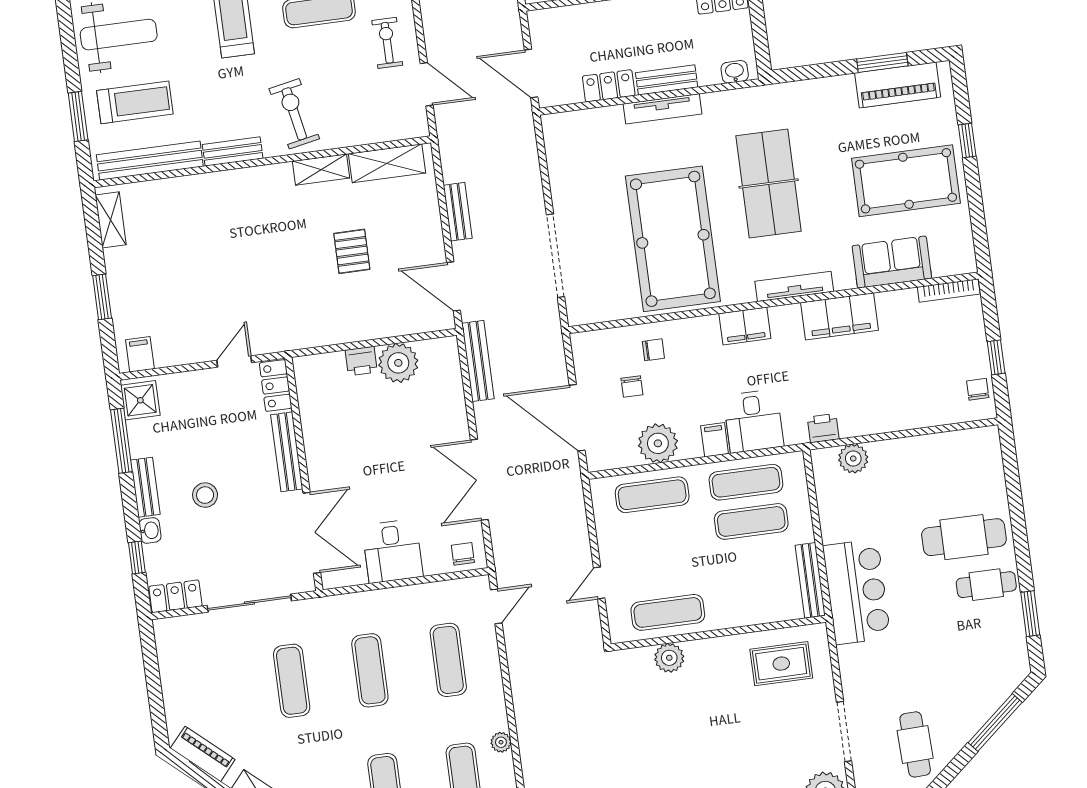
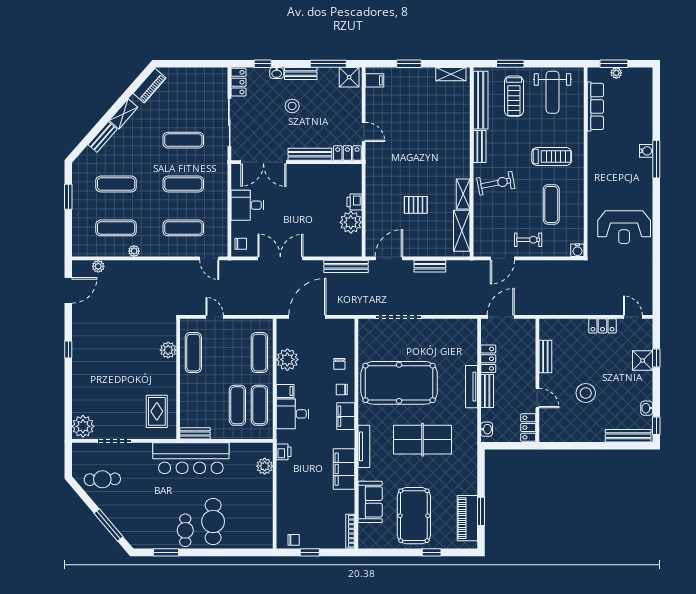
chair: (632, 387) -> (342, 389), moved
bench: (810, 580) -> (195, 433), width x0.73
bar counter: (857, 592) -> (191, 458), width x1.36

